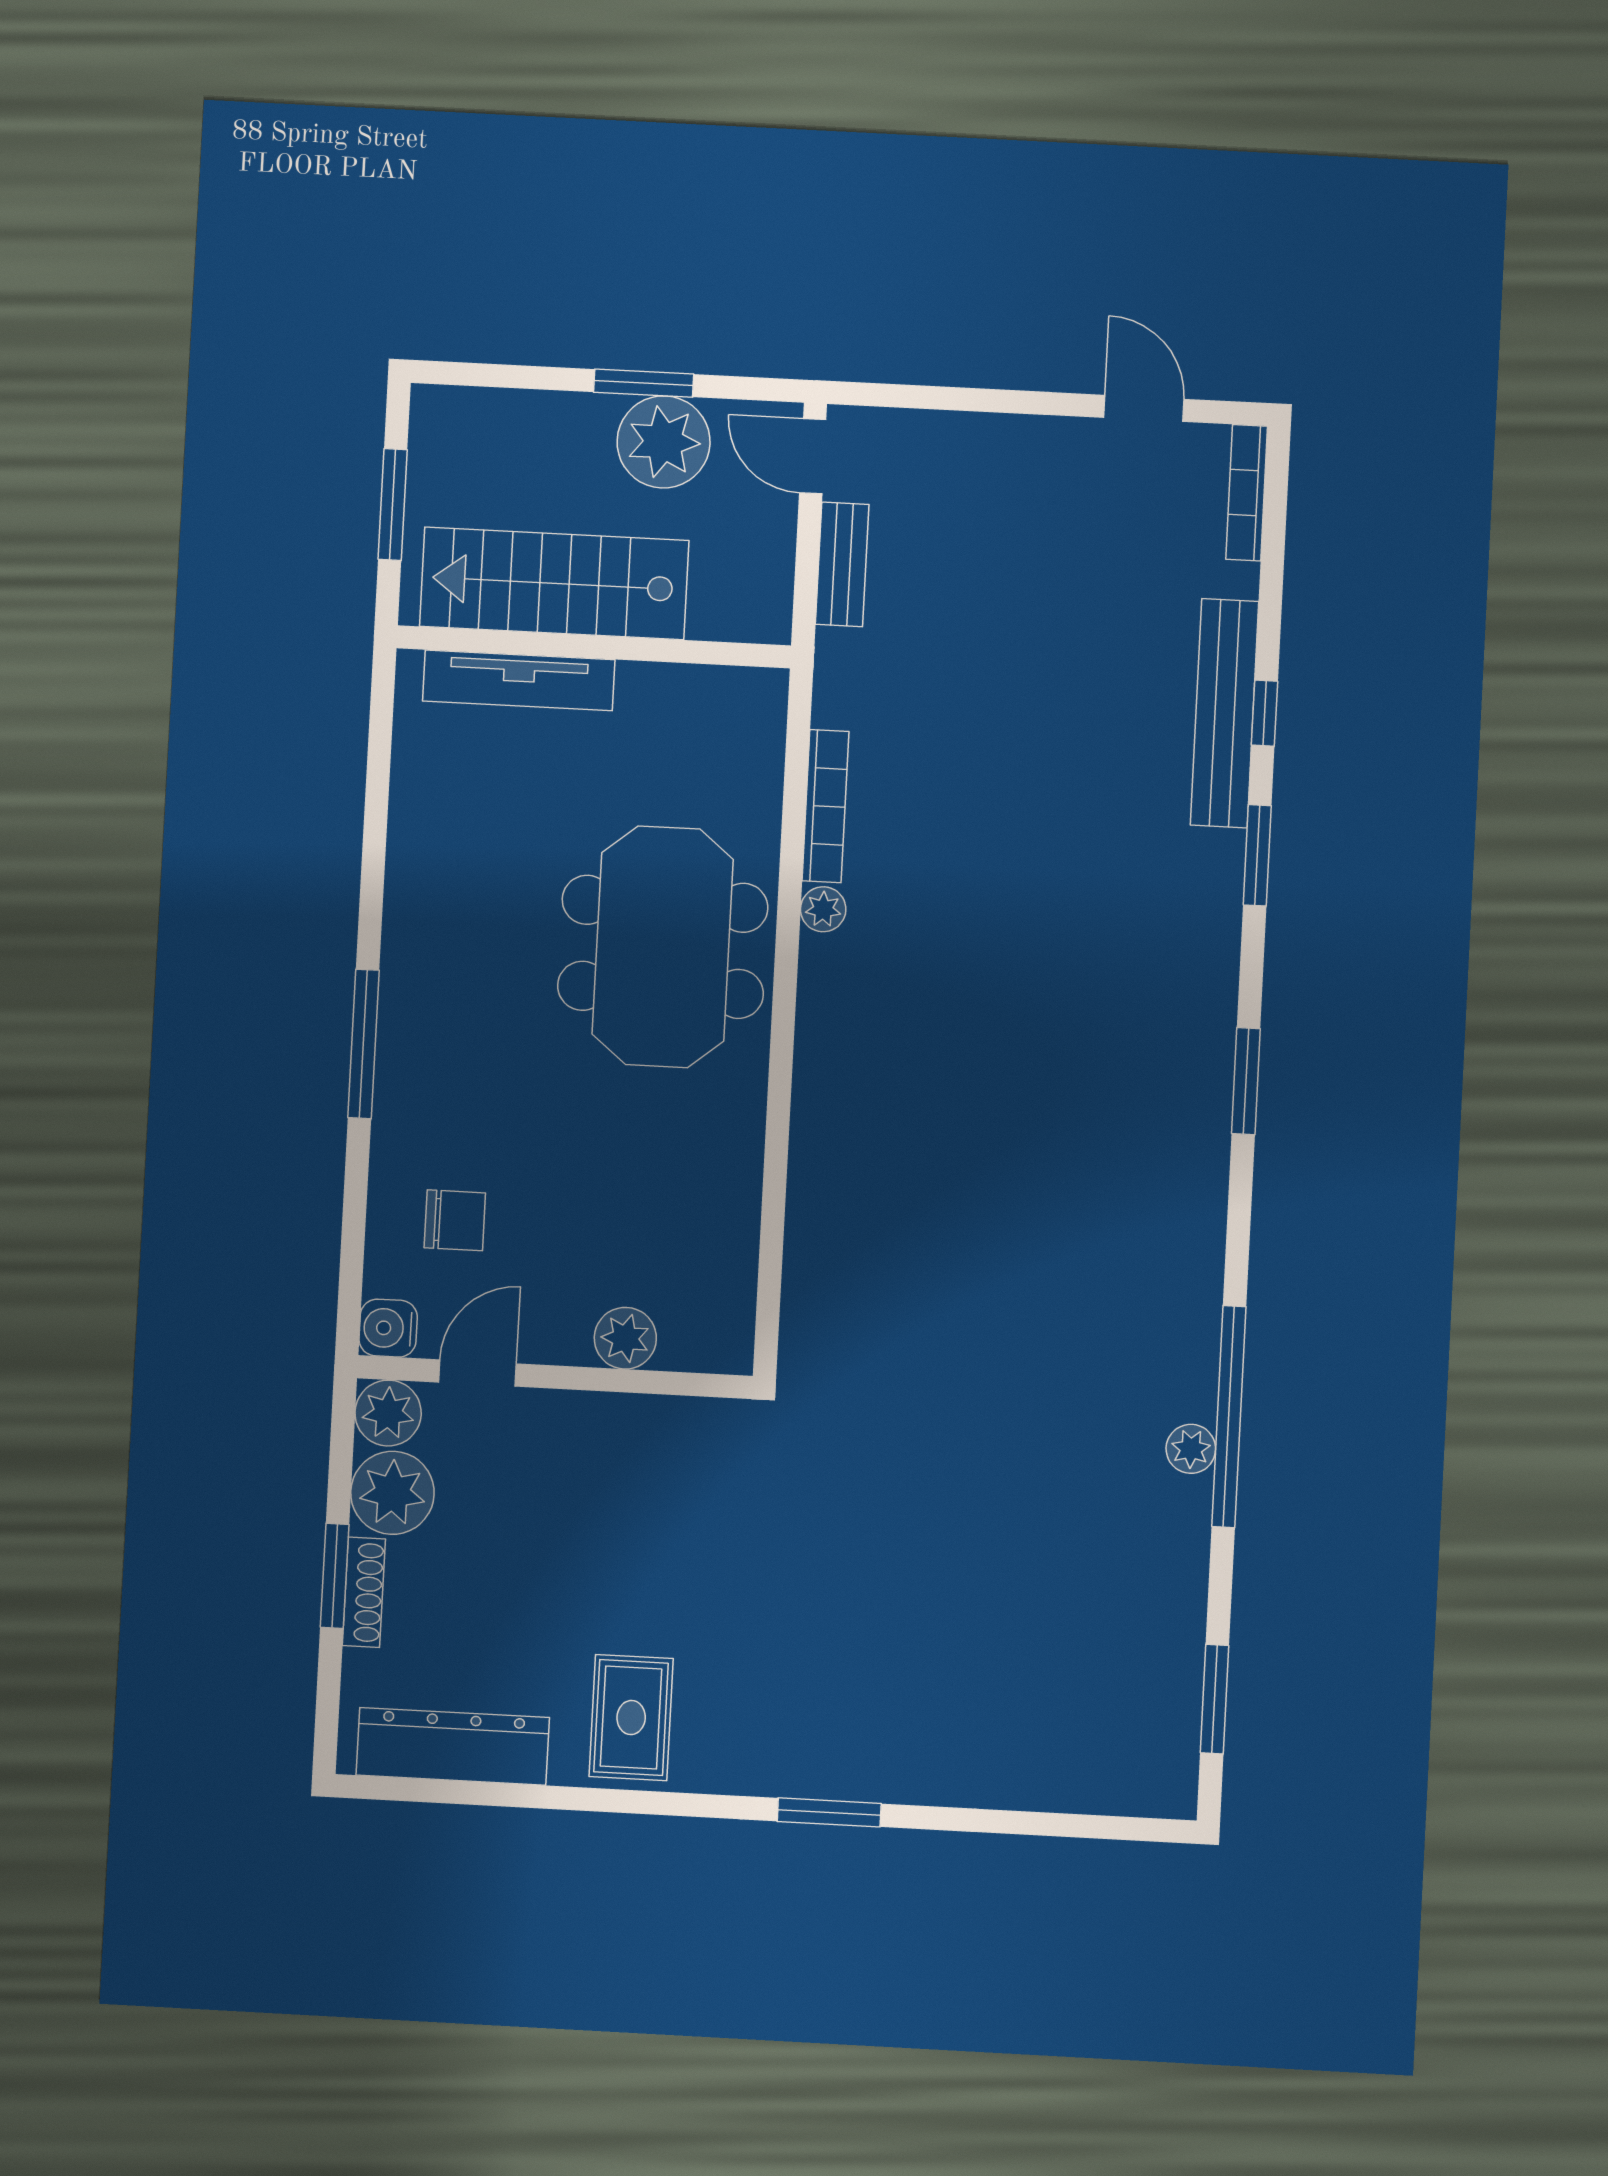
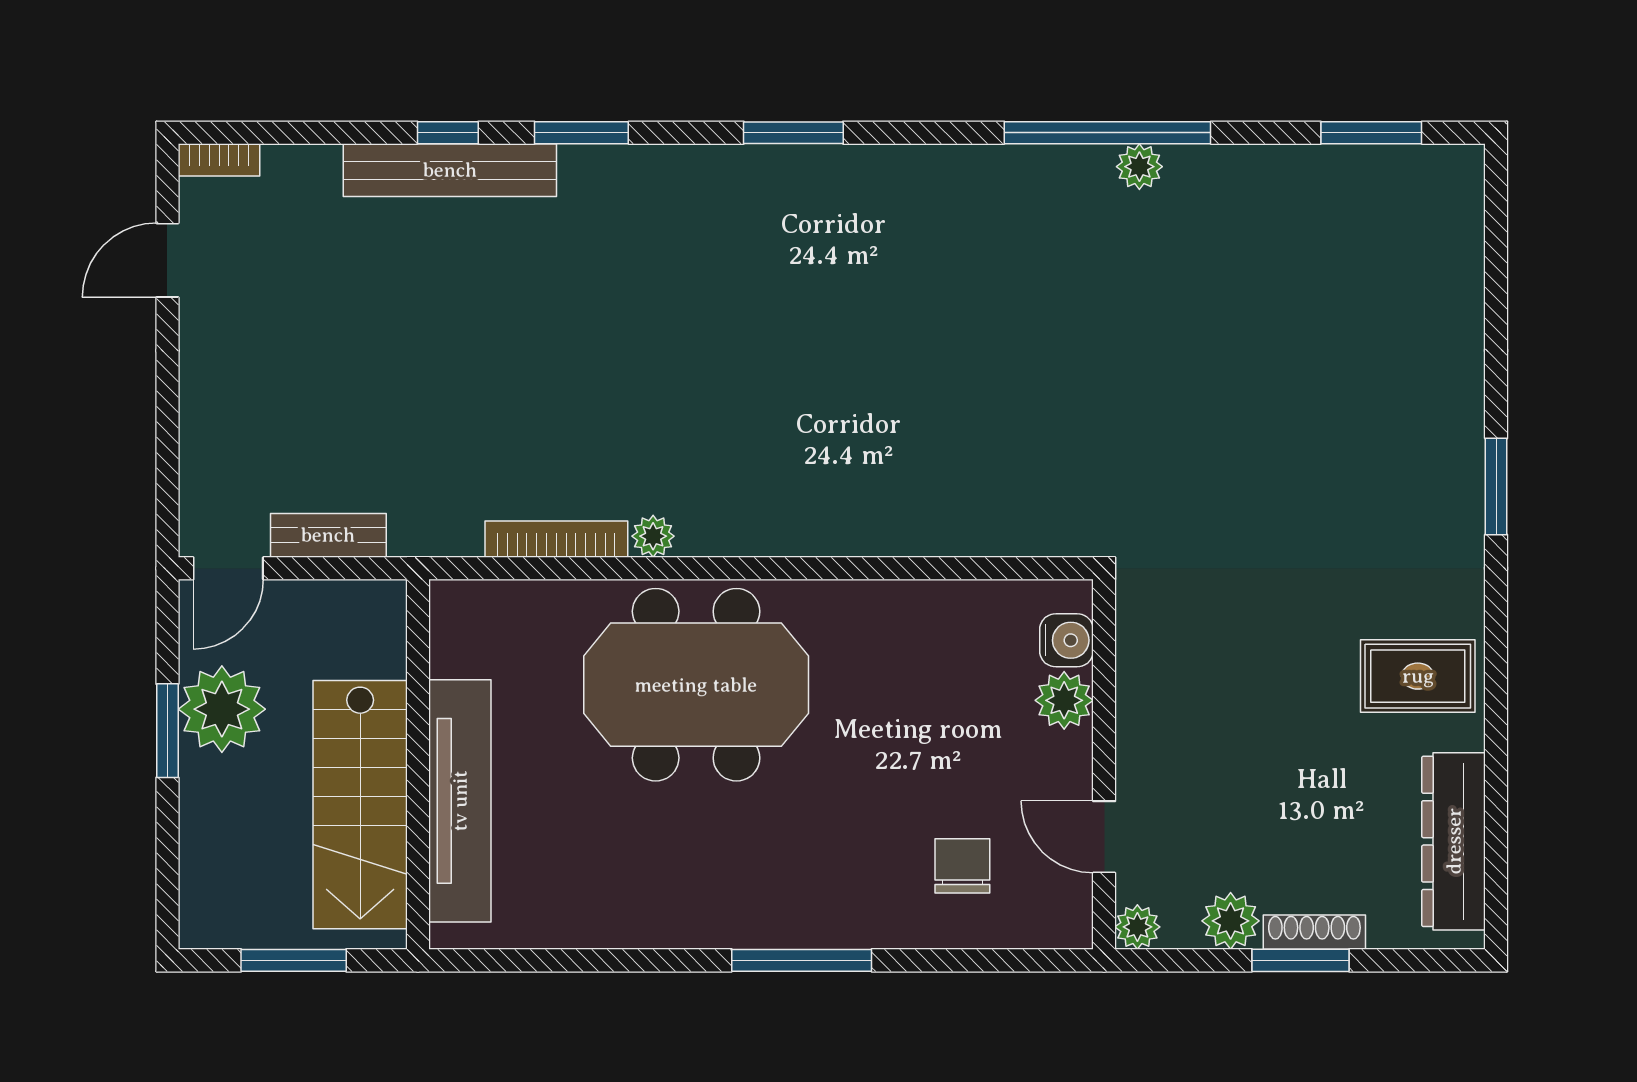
bookcase: (1247, 493) -> (219, 160), width x0.64
tv unit: (519, 680) -> (460, 801), width x1.36, depth x1.29
water cooler: (388, 1328) -> (1066, 640), moved, turned -90
plant: (388, 1413) -> (1137, 927), width x0.73, depth x0.73
plant: (392, 1493) -> (1231, 921), width x0.73, depth x0.73

